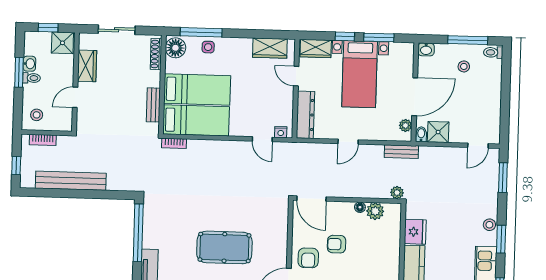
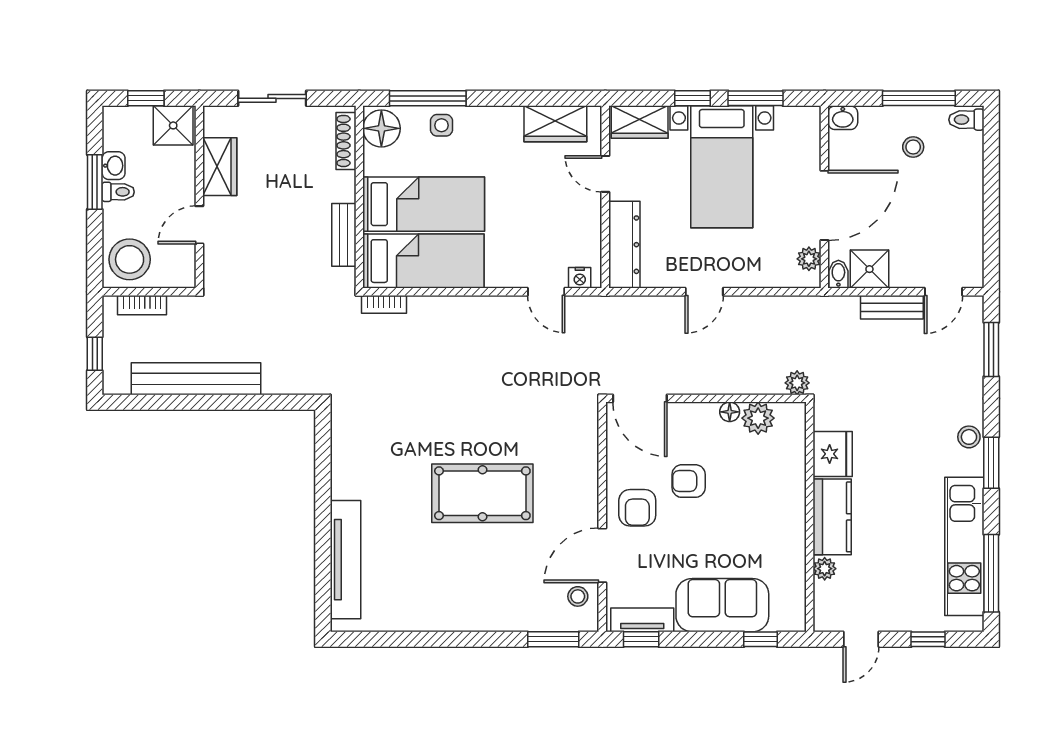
stool: (37, 115) -> (130, 259), width x1.89, depth x1.89
bench: (401, 152) -> (892, 307), moved
window: (138, 233) -> (323, 471), removed

